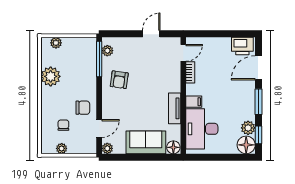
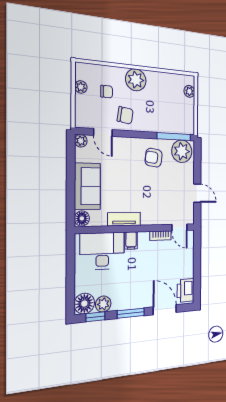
plant: (107, 51) -> (182, 151), width x1.88, depth x1.88
plant: (51, 76) -> (136, 80), moved
chair: (83, 108) -> (125, 115), turned -81

